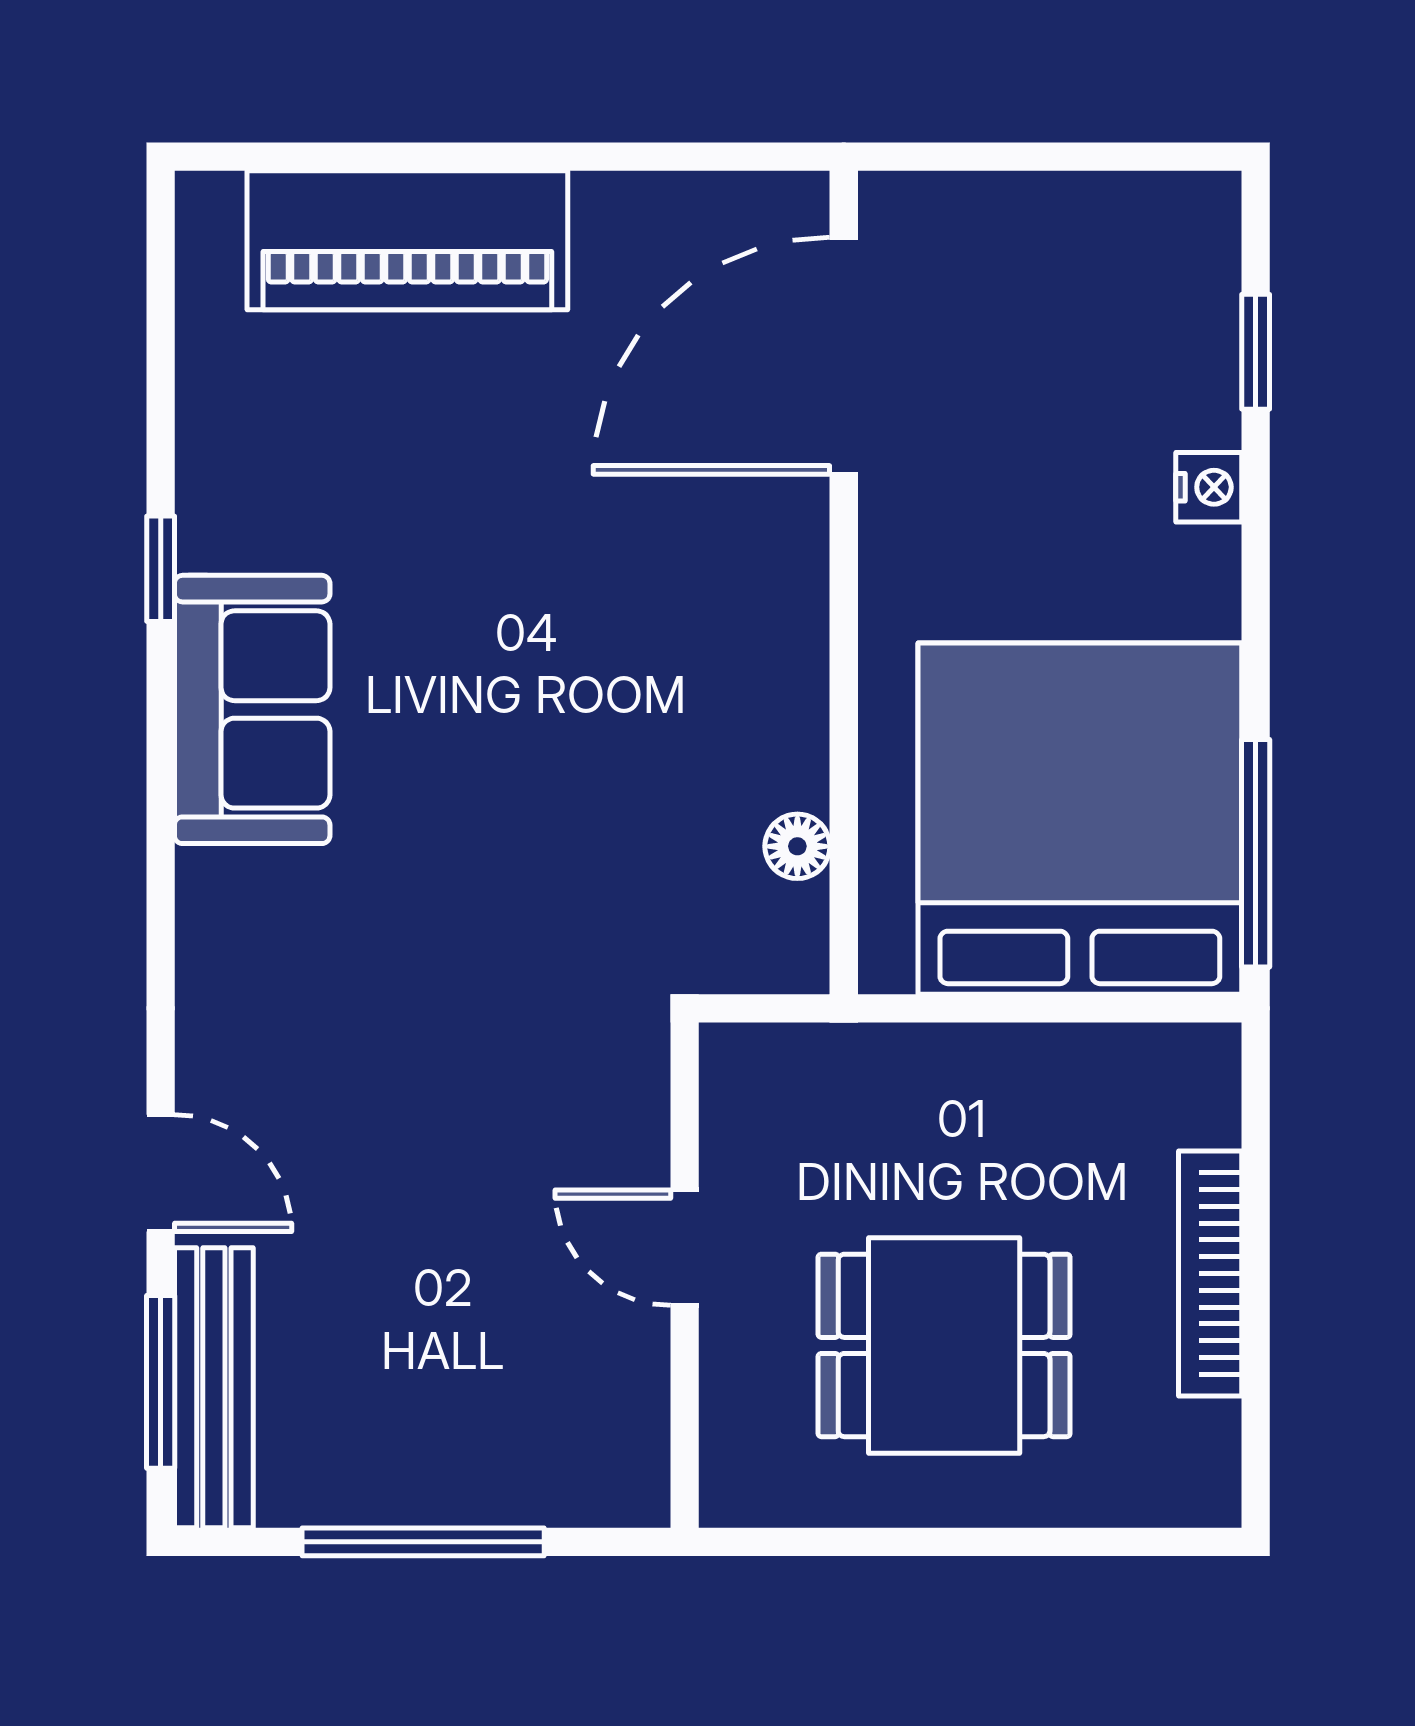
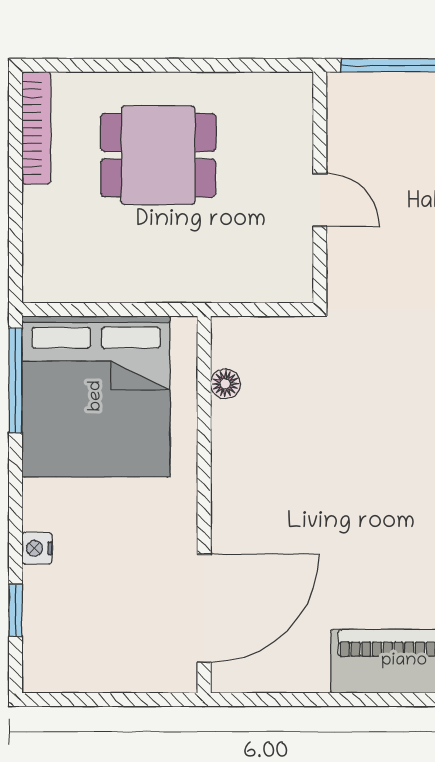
door: (685, 1248) -> (320, 200), moved
bookcase: (1210, 1273) -> (36, 128), moved
wall: (685, 1275) -> (320, 187), moved

